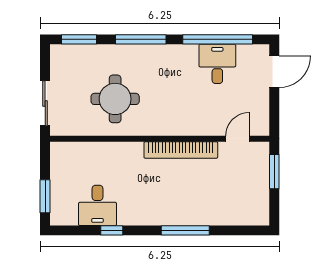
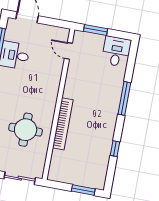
bookcase: (181, 150) -> (63, 124), moved
desk: (97, 205) -> (116, 52), moved, turned -90

